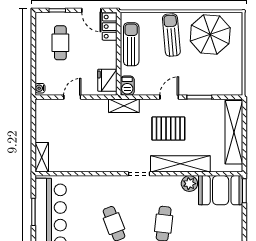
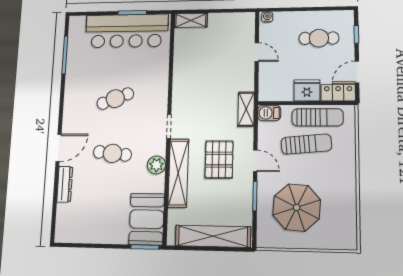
parasol: (210, 34) -> (297, 207), moved
sun lounger: (171, 35) -> (306, 144), moved
fridge: (107, 80) -> (307, 90), moved
plant: (189, 184) -> (156, 165), moved

